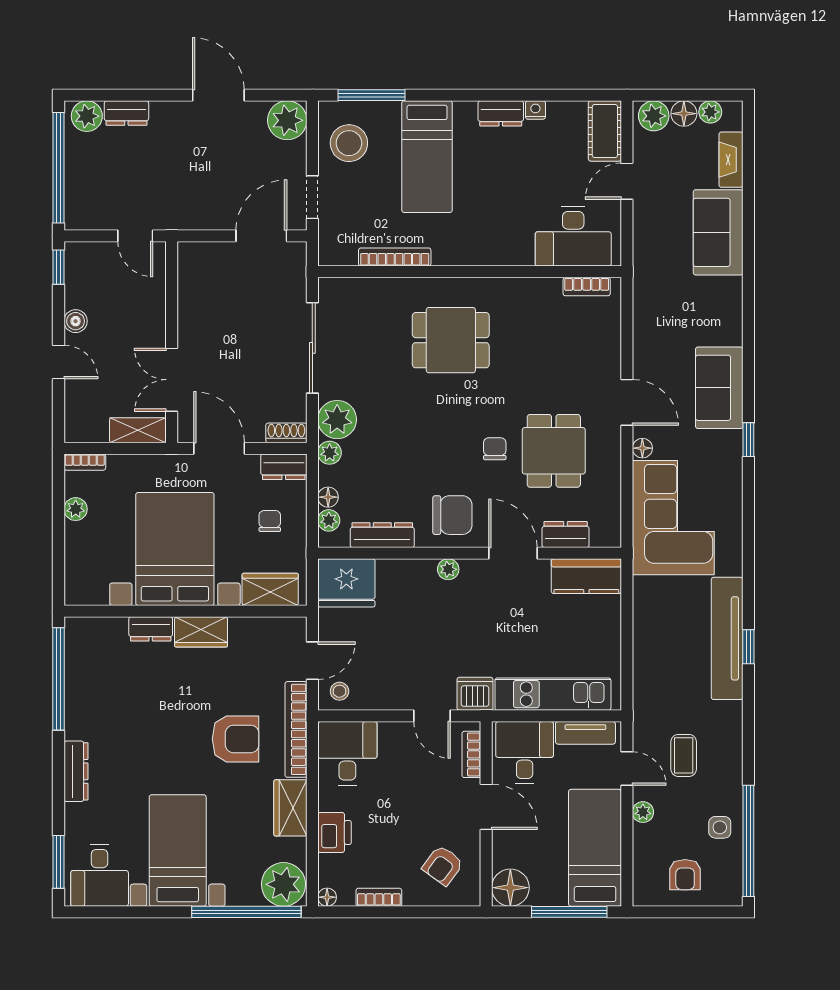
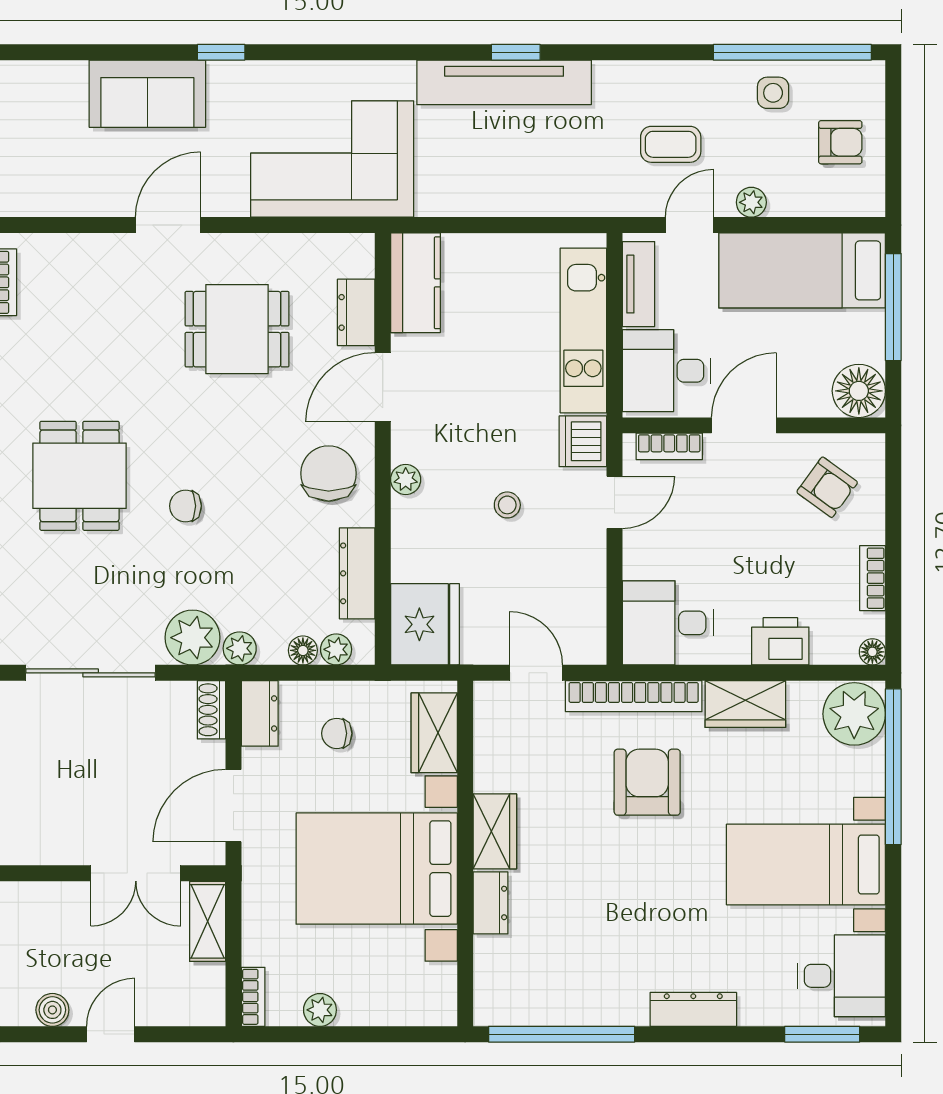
floor lamp: (642, 448) -> (233, 203), removed
chair: (495, 449) -> (185, 506), moved
stool: (340, 691) -> (507, 505), moved

